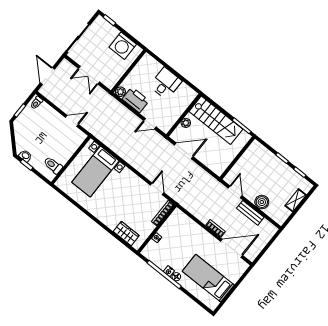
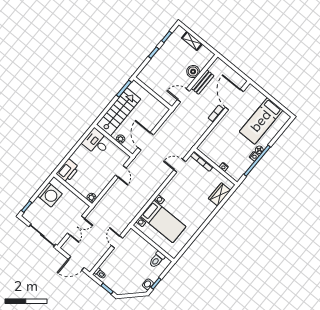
desk: (166, 83) -> (96, 142), moved
printer: (136, 100) -> (68, 171), moved, turned 180

